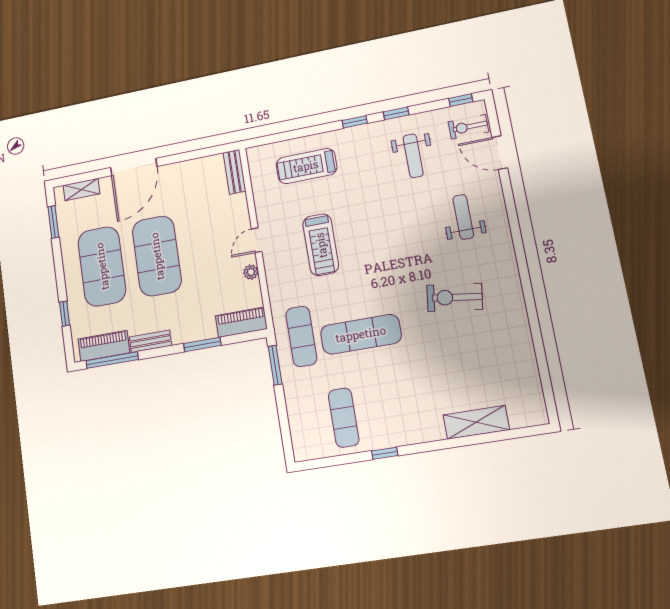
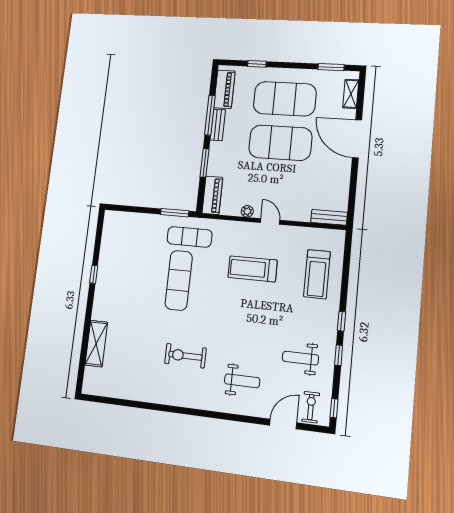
treadmill: (306, 166) -> (317, 274), turned 180
exercise bike: (455, 297) -> (185, 356), turned -98
window: (112, 360) -> (210, 115), moved
exercise mat: (344, 418) -> (125, 252), removed

